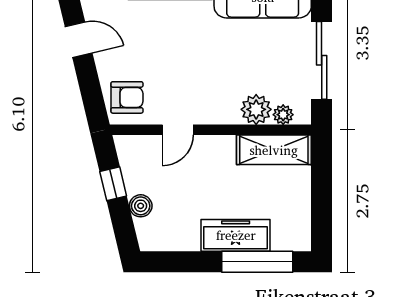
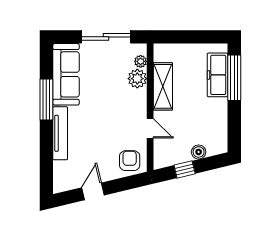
shelving: (274, 150) -> (163, 86), moved
freezer: (236, 235) -> (217, 75), moved

